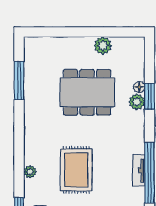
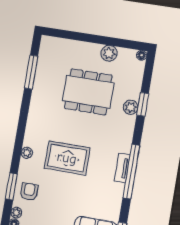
floor lamp: (139, 87) -> (142, 55), moved
rug: (76, 170) -> (67, 158), turned 90

